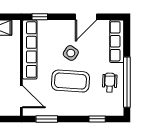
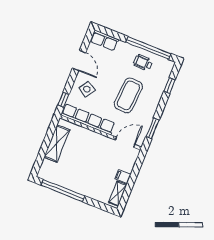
row of seats: (117, 41) -> (104, 40), width x0.68
side table: (71, 53) -> (87, 89), moved

